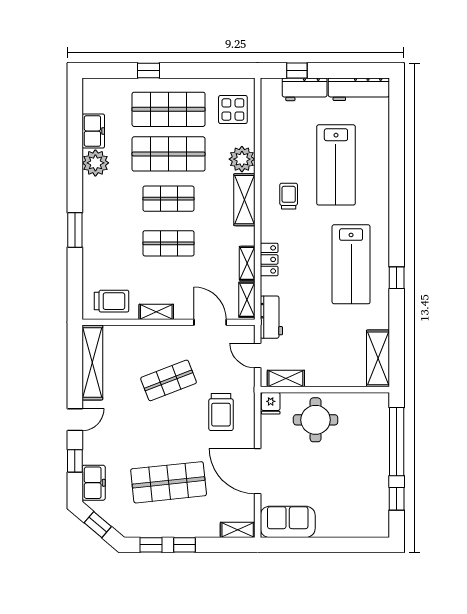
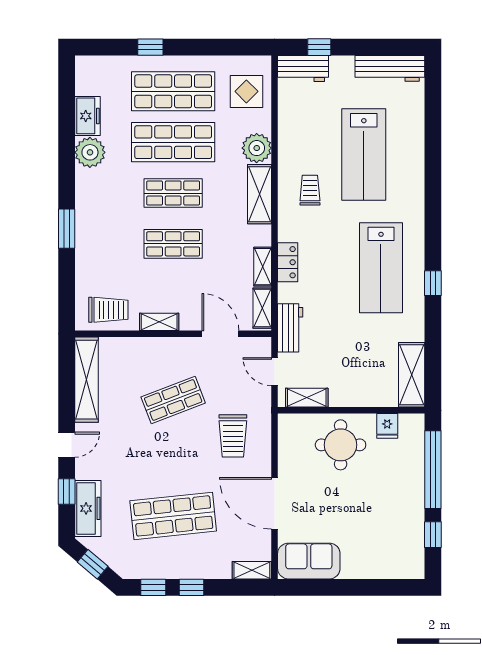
workbench: (305, 89) -> (303, 68), moved
fridge: (271, 403) -> (387, 426), moved
freezer: (94, 483) -> (88, 508), width x1.40

